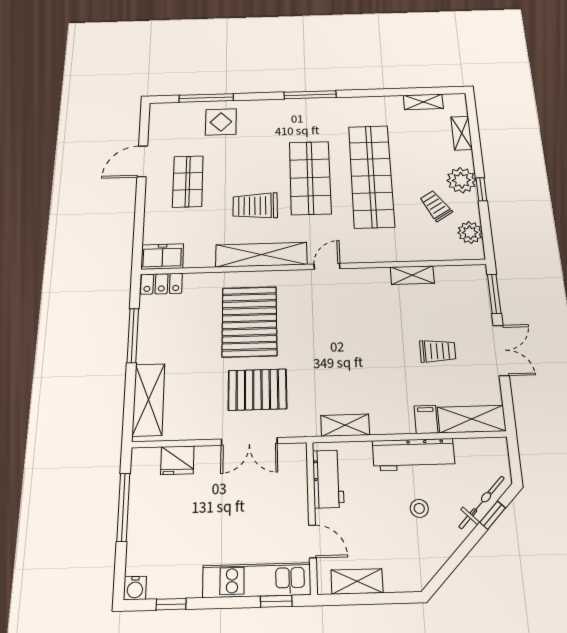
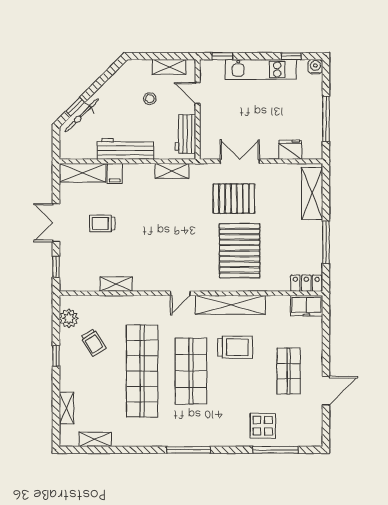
plant: (461, 180) -> (71, 364), removed
window: (494, 294) -> (56, 267), width x0.67
stool: (419, 508) -> (150, 99), moved
kitchen unit: (257, 580) -> (261, 69), moved

